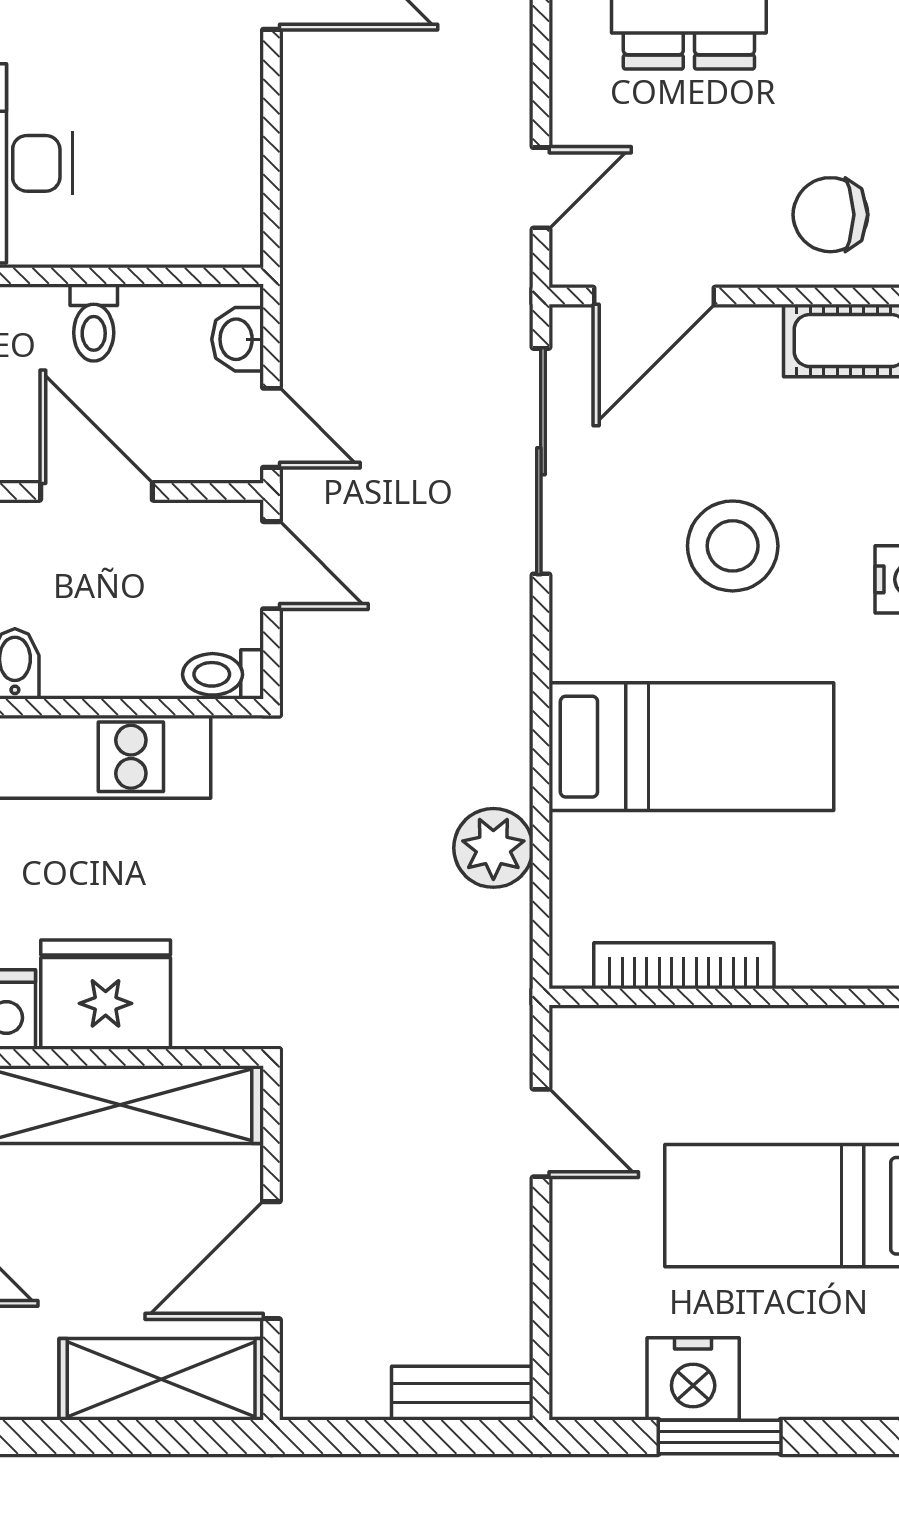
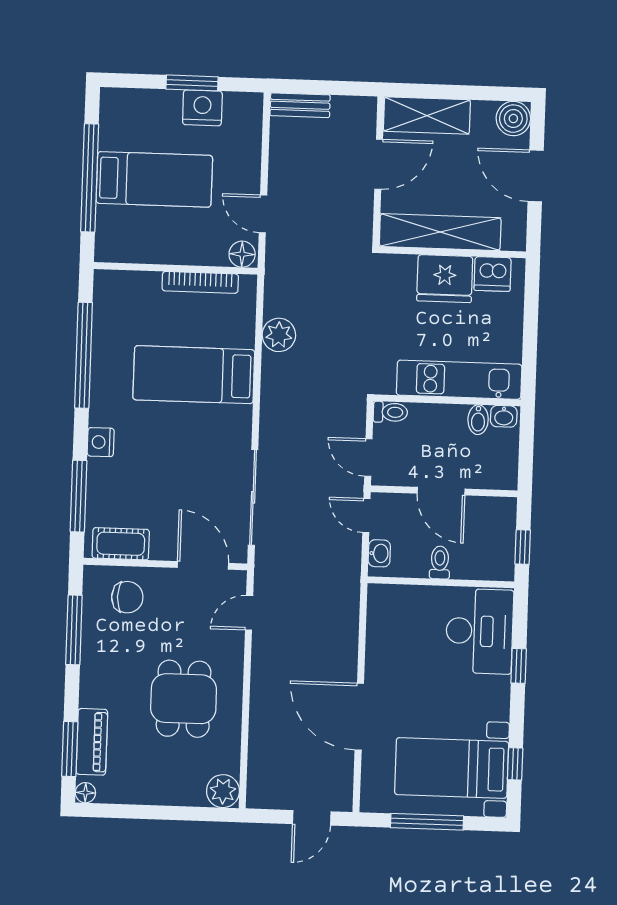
door: (654, 296) -> (203, 565), hinge flipped
stool: (733, 546) -> (173, 459), removed
floor lamp: (587, 1036) -> (242, 254), added

